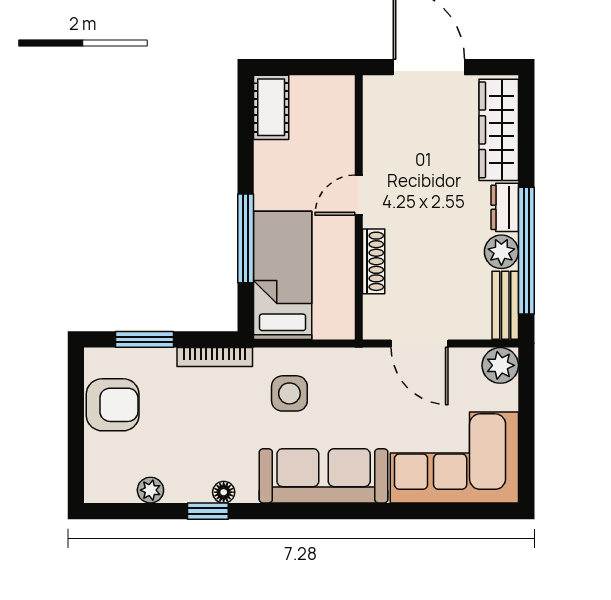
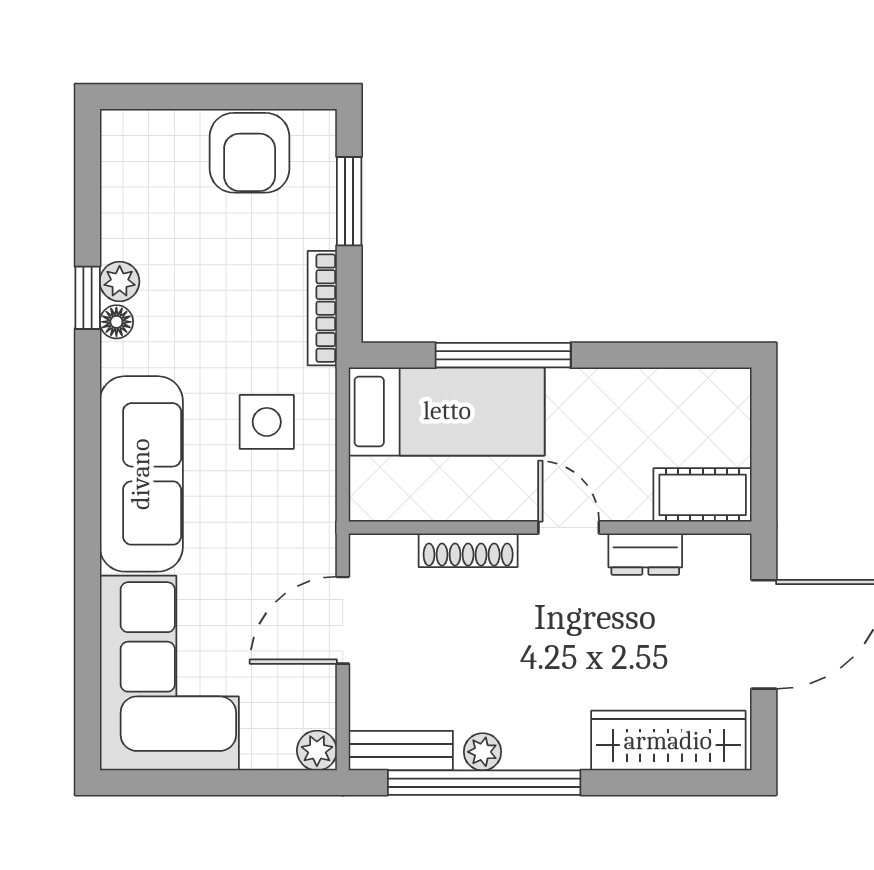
cot: (271, 107) -> (703, 495), moved
dresser: (505, 207) -> (645, 554), moved, turned 180
plant: (501, 252) -> (483, 752), width x0.73, depth x0.73
plant: (500, 365) -> (317, 751), width x0.73, depth x0.73
plant: (150, 490) -> (120, 281), moved

